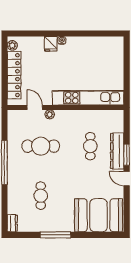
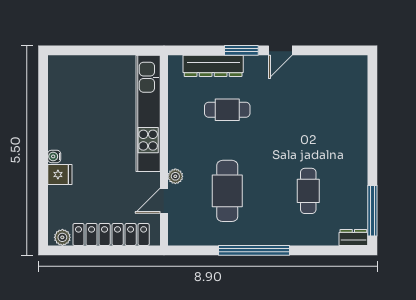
dresser: (117, 151) -> (213, 66), moved
cafe table: (41, 196) -> (308, 191), turned 90
booth: (99, 215) -> (340, 96), removed
window: (55, 235) -> (372, 211), moved

